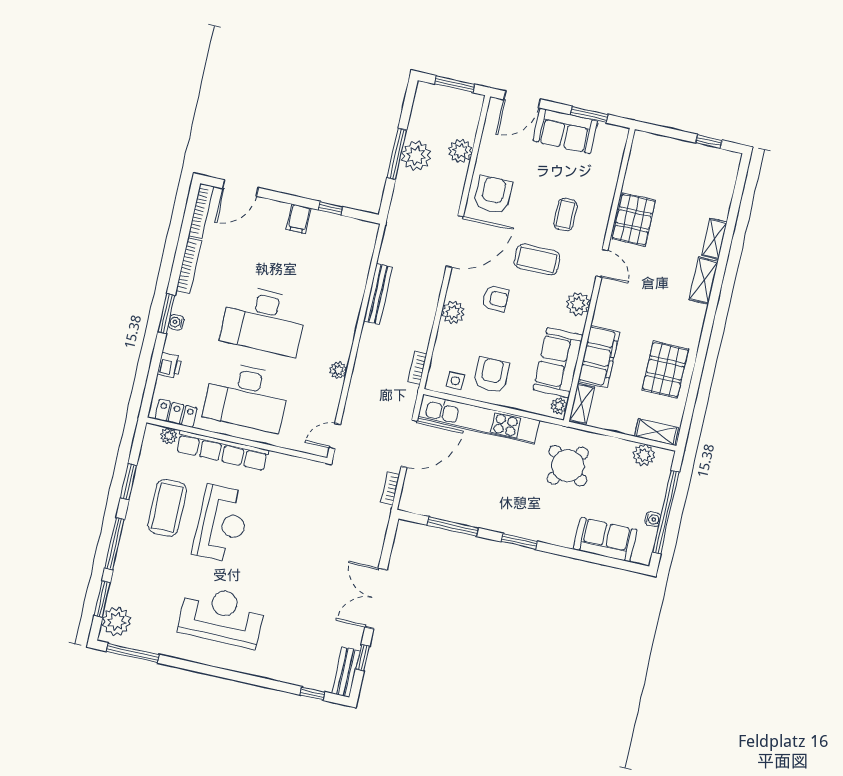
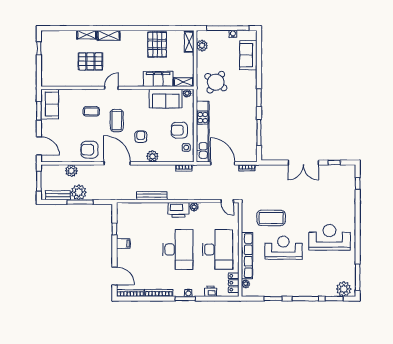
sofa: (565, 131) -> (50, 104), moved
pallet: (634, 220) -> (90, 61), moved
plant: (578, 304) -> (134, 95), removed
printer: (339, 339) -> (178, 210), added
pallet: (665, 370) -> (157, 44), turned 90
coffee table: (167, 508) -> (271, 218), moved
reception desk: (222, 616) -> (329, 237), turned 90
bench: (346, 672) -> (58, 195), moved

